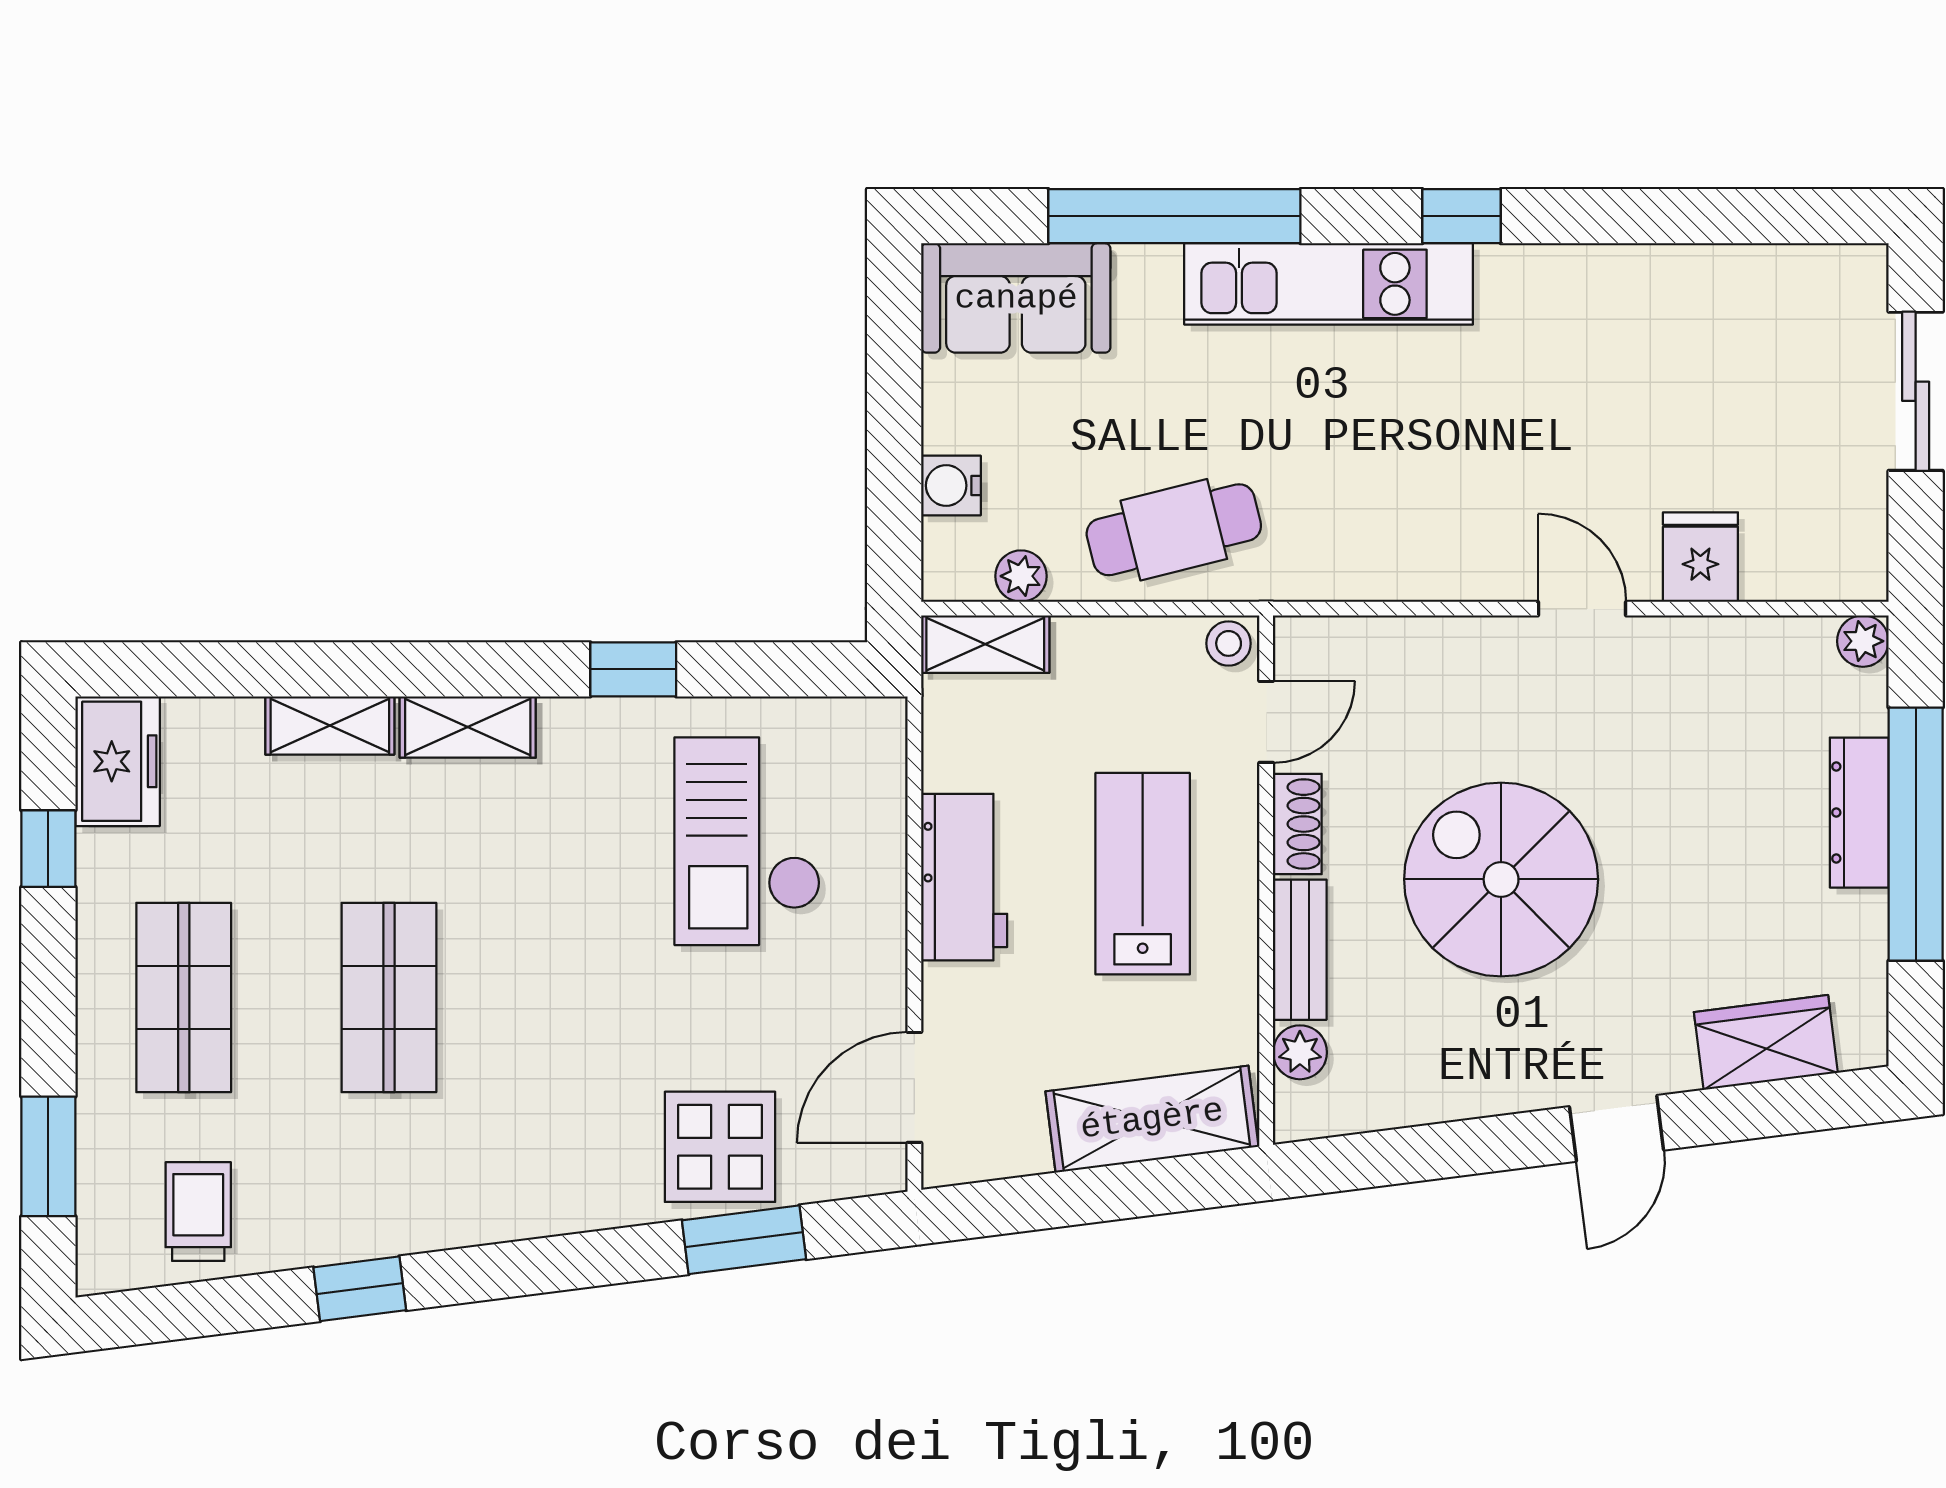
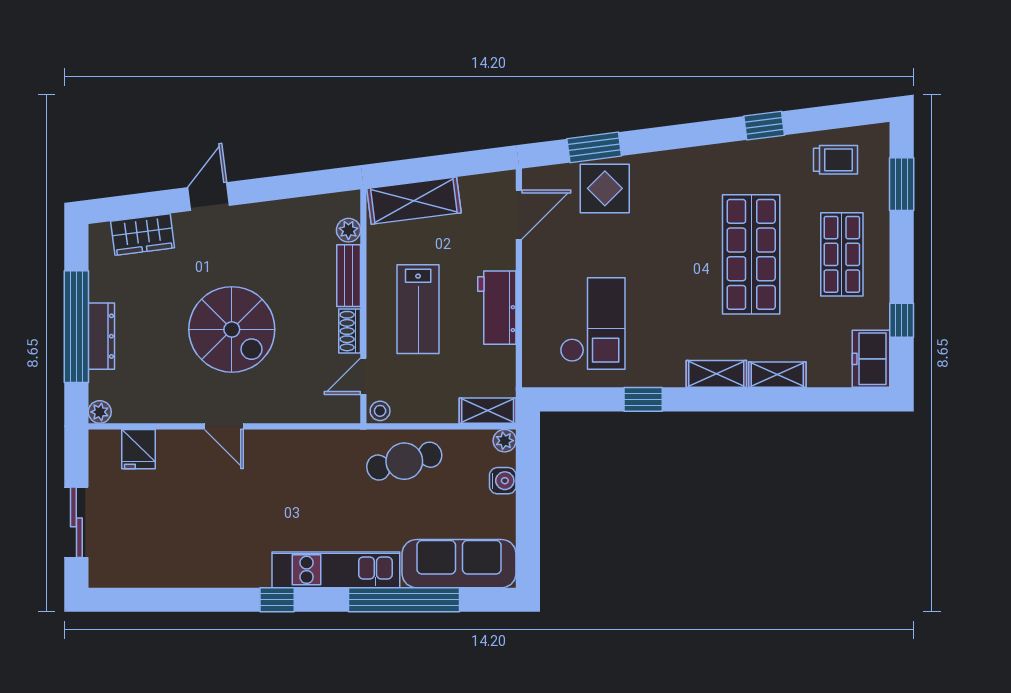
sofa: (1016, 298) -> (459, 564), width x1.36
fridge: (1700, 557) -> (139, 449), moved
plant: (1021, 576) -> (505, 441), moved
spiral stairs: (1501, 879) -> (232, 329), moved
shop shelf: (389, 998) -> (751, 254), width x1.43, depth x1.36
trolley: (198, 1212) -> (835, 160), turned -90

